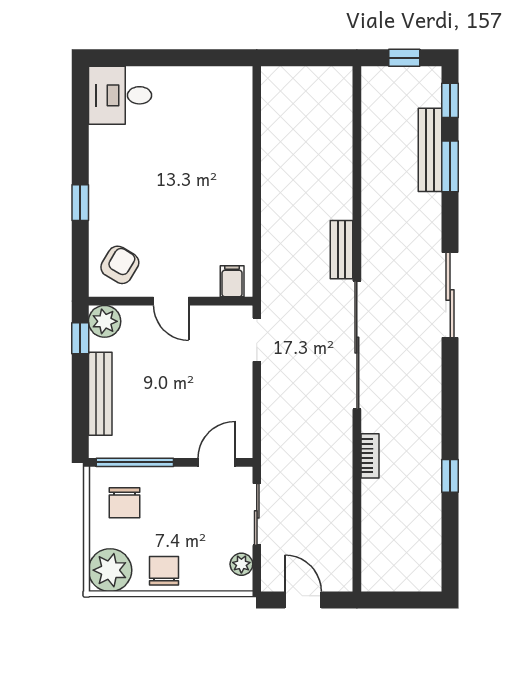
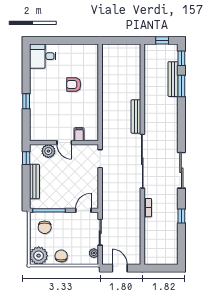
bench: (342, 250) -> (136, 116), width x1.36
armchair: (120, 265) -> (74, 84), moved, turned -121
filing cabinet: (232, 281) -> (79, 134), moved
sliding door: (450, 295) -> (181, 170), moved
plant: (105, 321) -> (48, 151), moved

